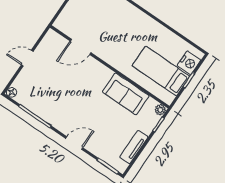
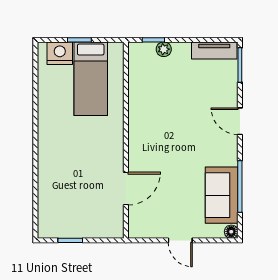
door: (81, 47) -> (126, 189), hinge flipped
sofa: (126, 94) -> (222, 195), moved, turned 180
plant: (160, 110) -> (164, 49), moved
tv unit: (134, 147) -> (214, 50), moved

